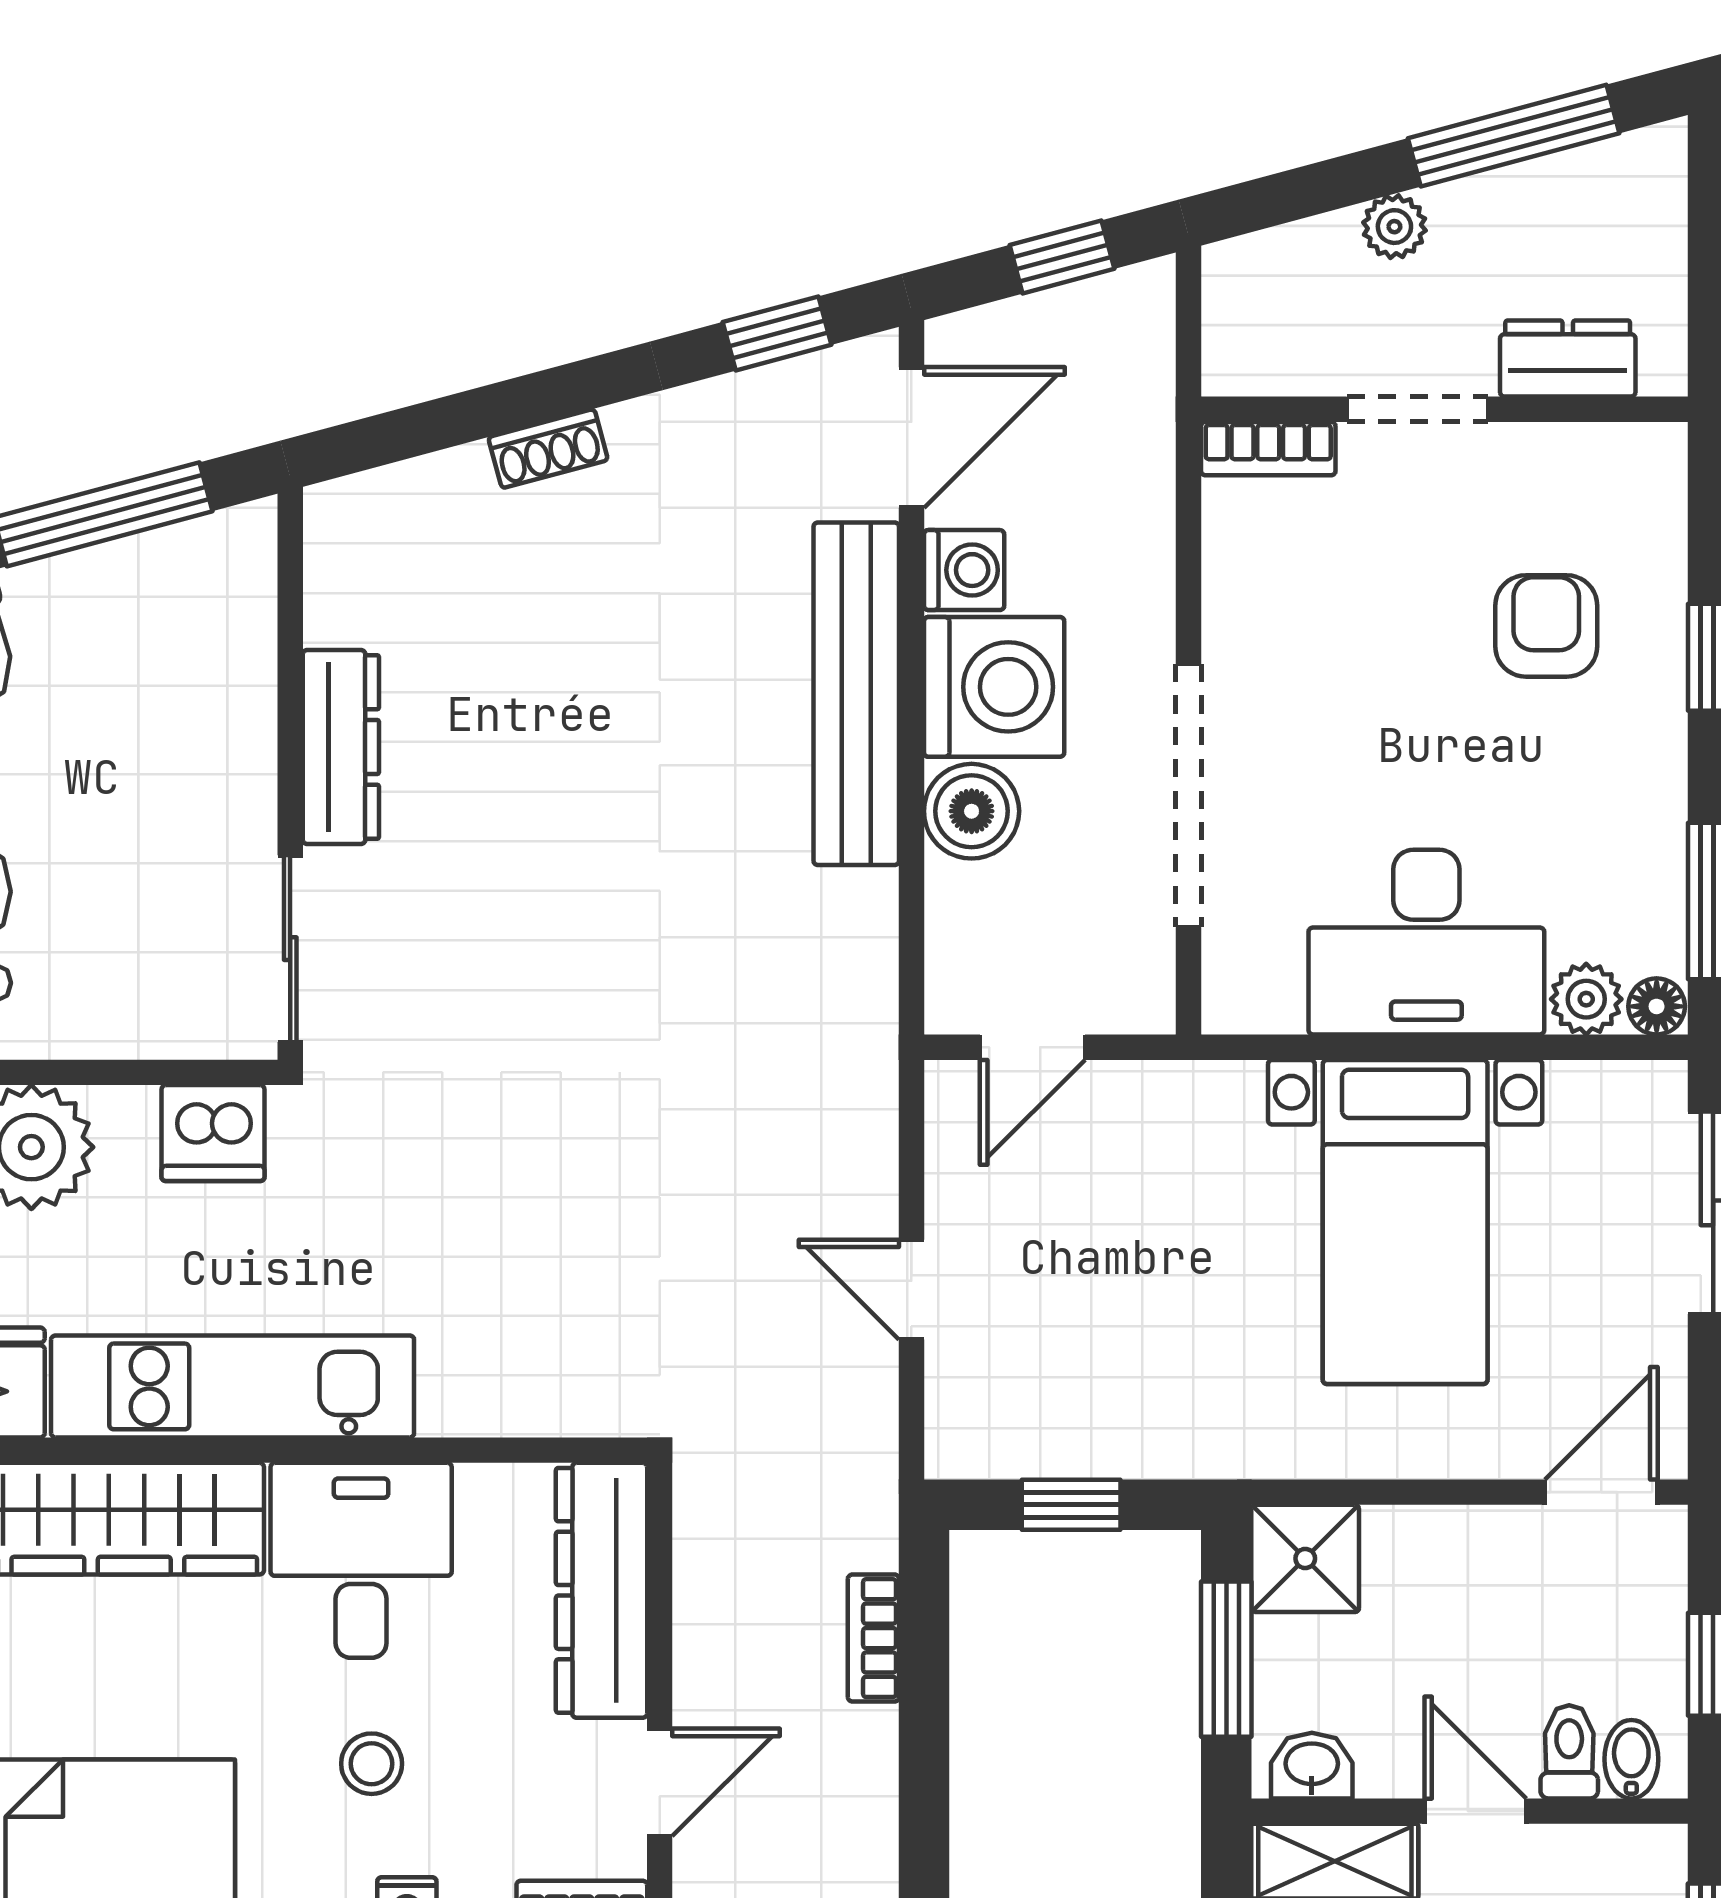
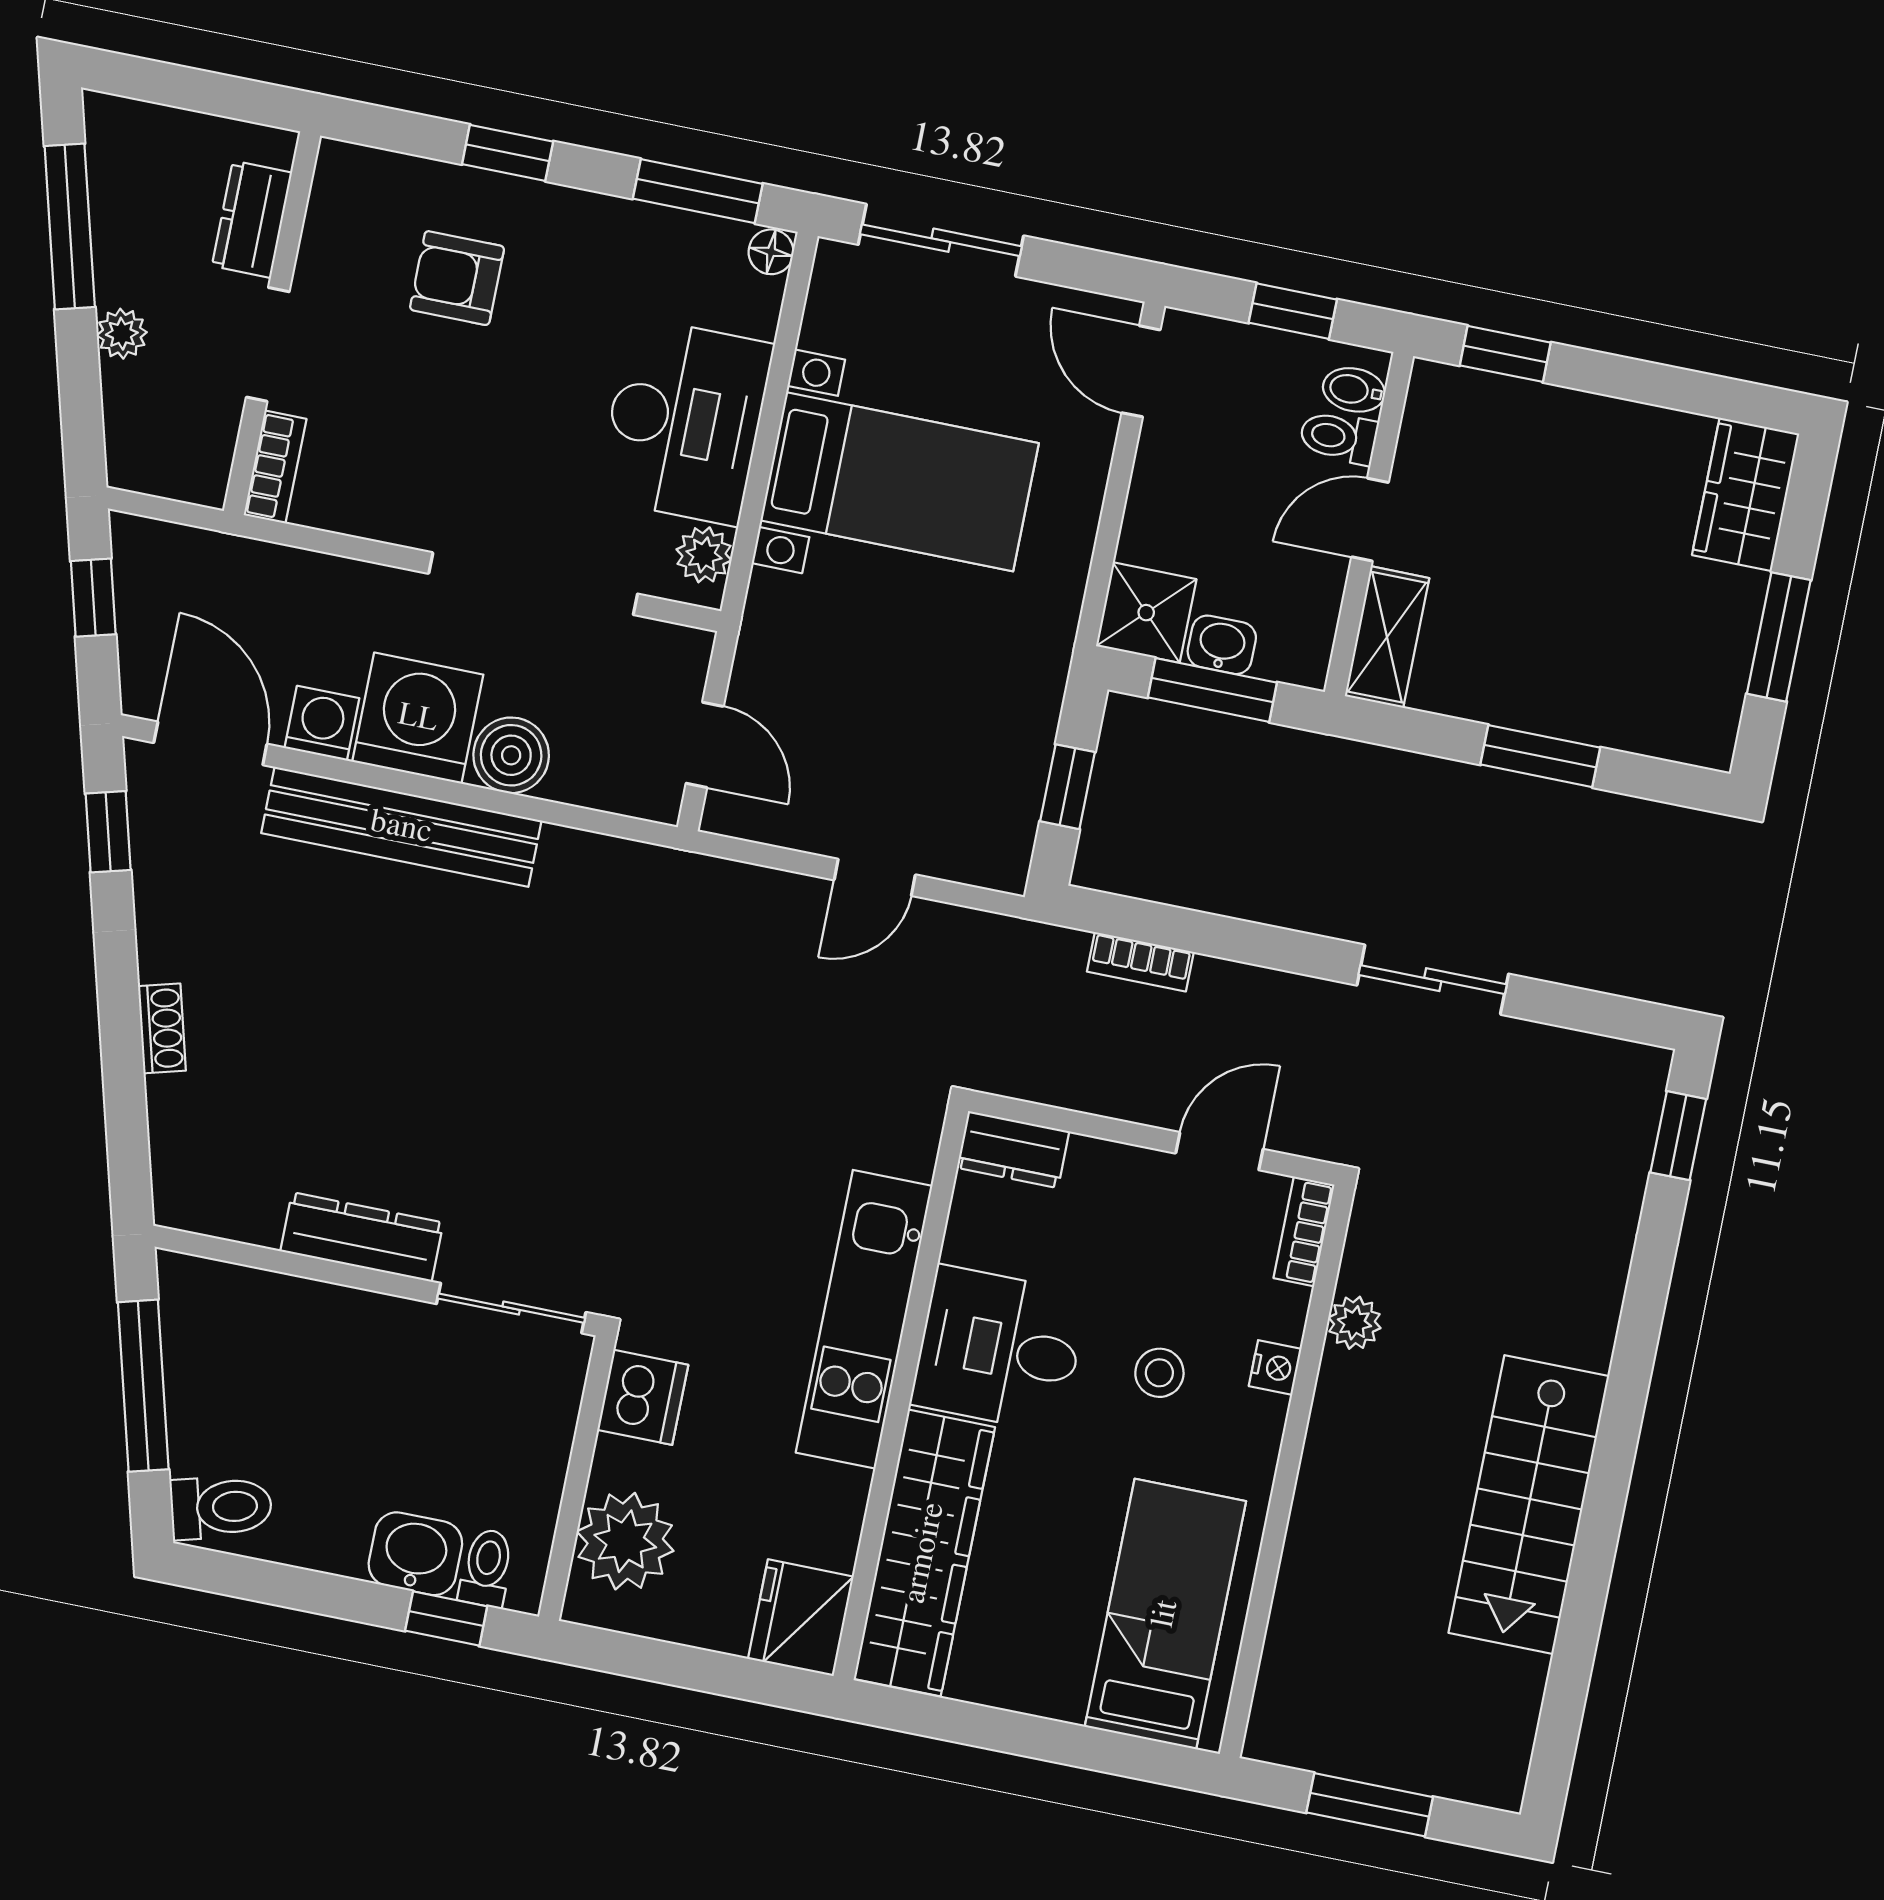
plant: (1586, 999) -> (704, 555), moved
kitchen unit: (233, 1386) -> (864, 1319), moved
dresser: (602, 1590) -> (1013, 1149), width x0.51, depth x0.80
washbasin: (1312, 1766) -> (1222, 645), moved, turned 90
door: (660, 1782) -> (1219, 1151), hinge flipped

